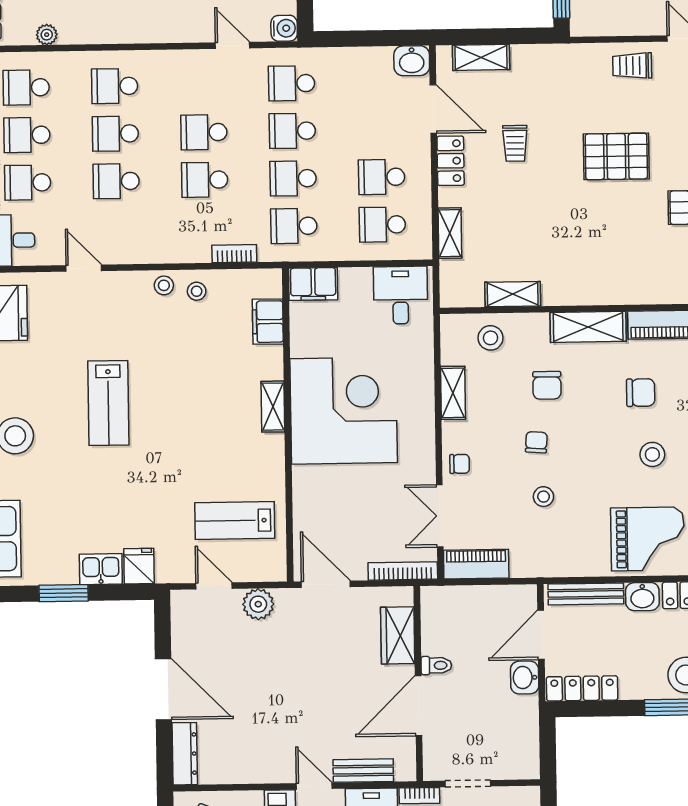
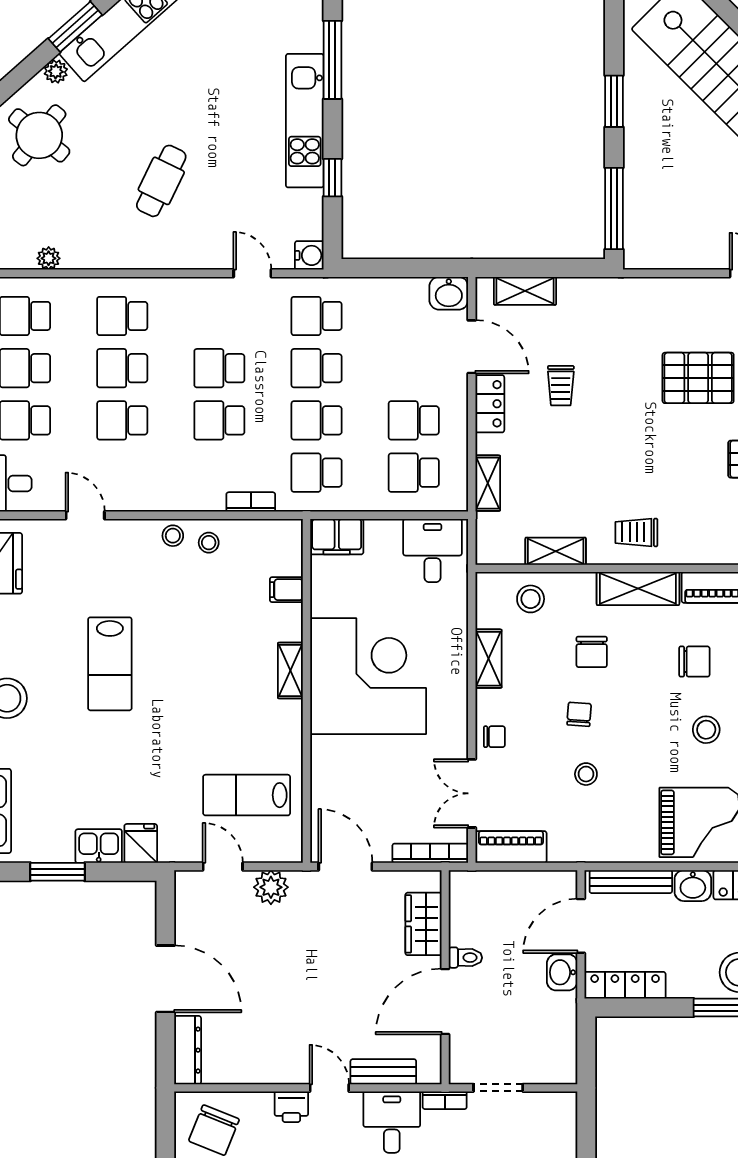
trolley: (632, 66) -> (636, 532), moved
pallet: (616, 156) -> (698, 378), moved
filing cabinet: (268, 322) -> (286, 590), width x0.50

